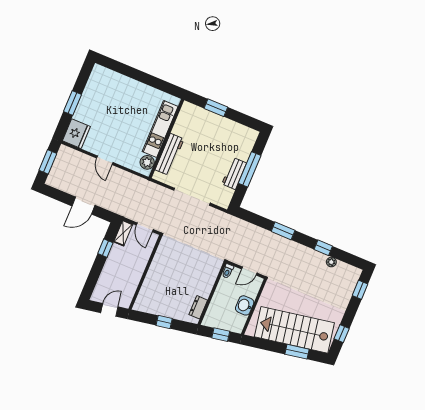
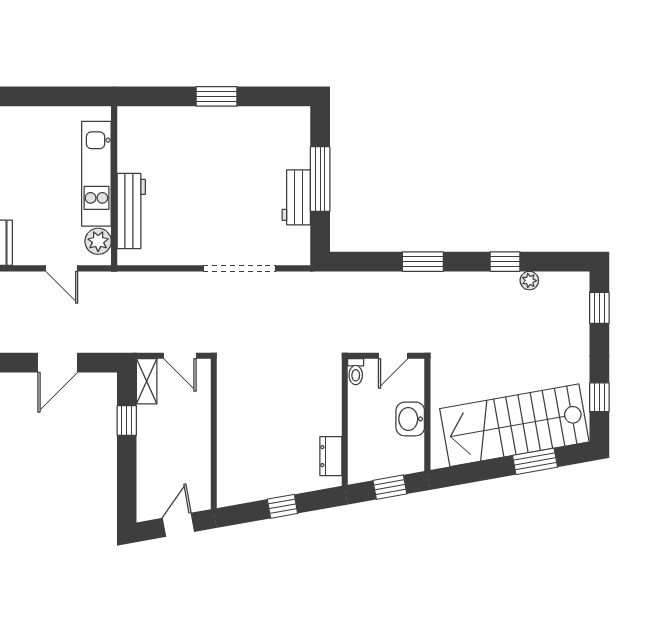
kitchen unit: (160, 129) -> (96, 174), moved
wall: (166, 139) -> (114, 186), moved
workbench: (170, 154) -> (131, 211), moved
plant: (147, 162) -> (98, 241), moved

